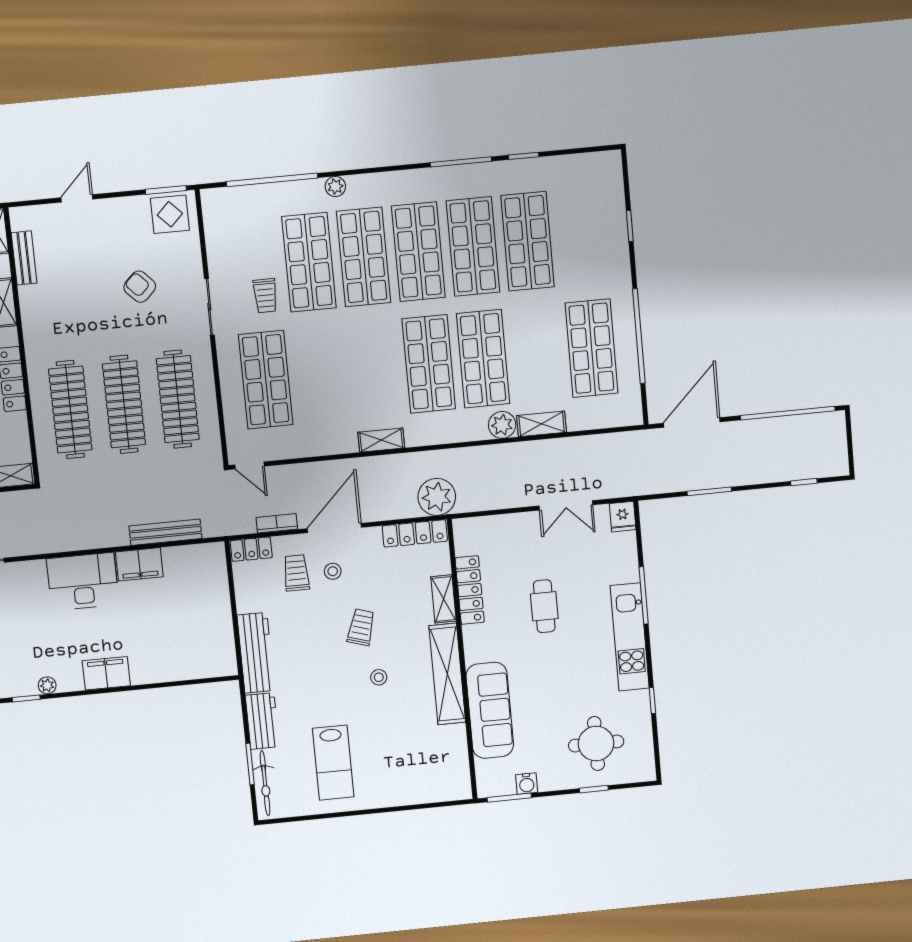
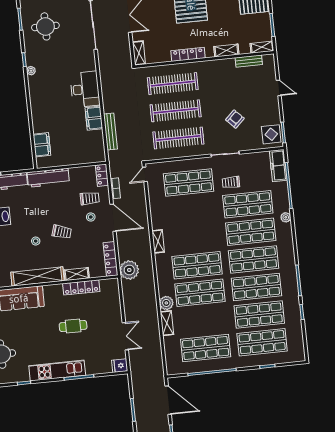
freezer: (232, 201) -> (278, 166), added
shop shelf: (582, 236) -> (262, 342), added
double door: (566, 505) -> (125, 336), swing flipped
filing cabinet: (106, 673) -> (42, 145), moved

